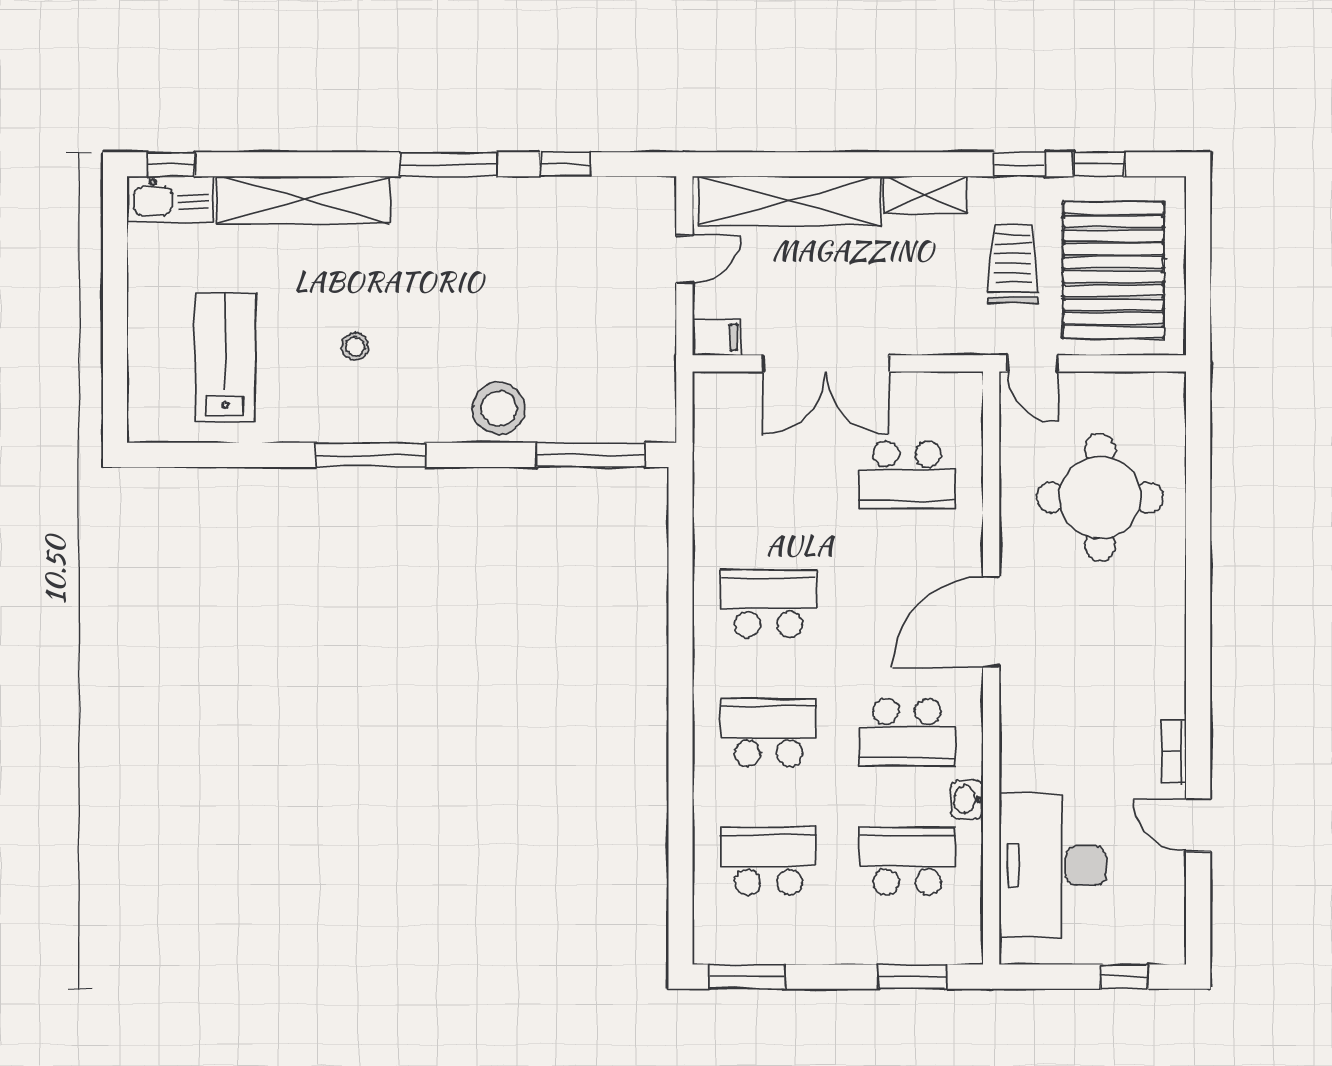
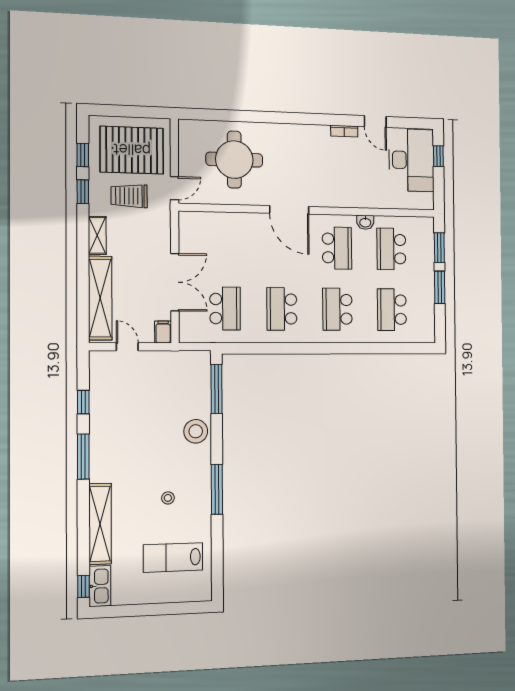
school desk: (907, 475) -> (225, 309), moved
door: (1198, 825) -> (375, 122), hinge flipped
desk: (1053, 865) -> (411, 160), moved, turned -90
window: (747, 977) -> (440, 287), moved

